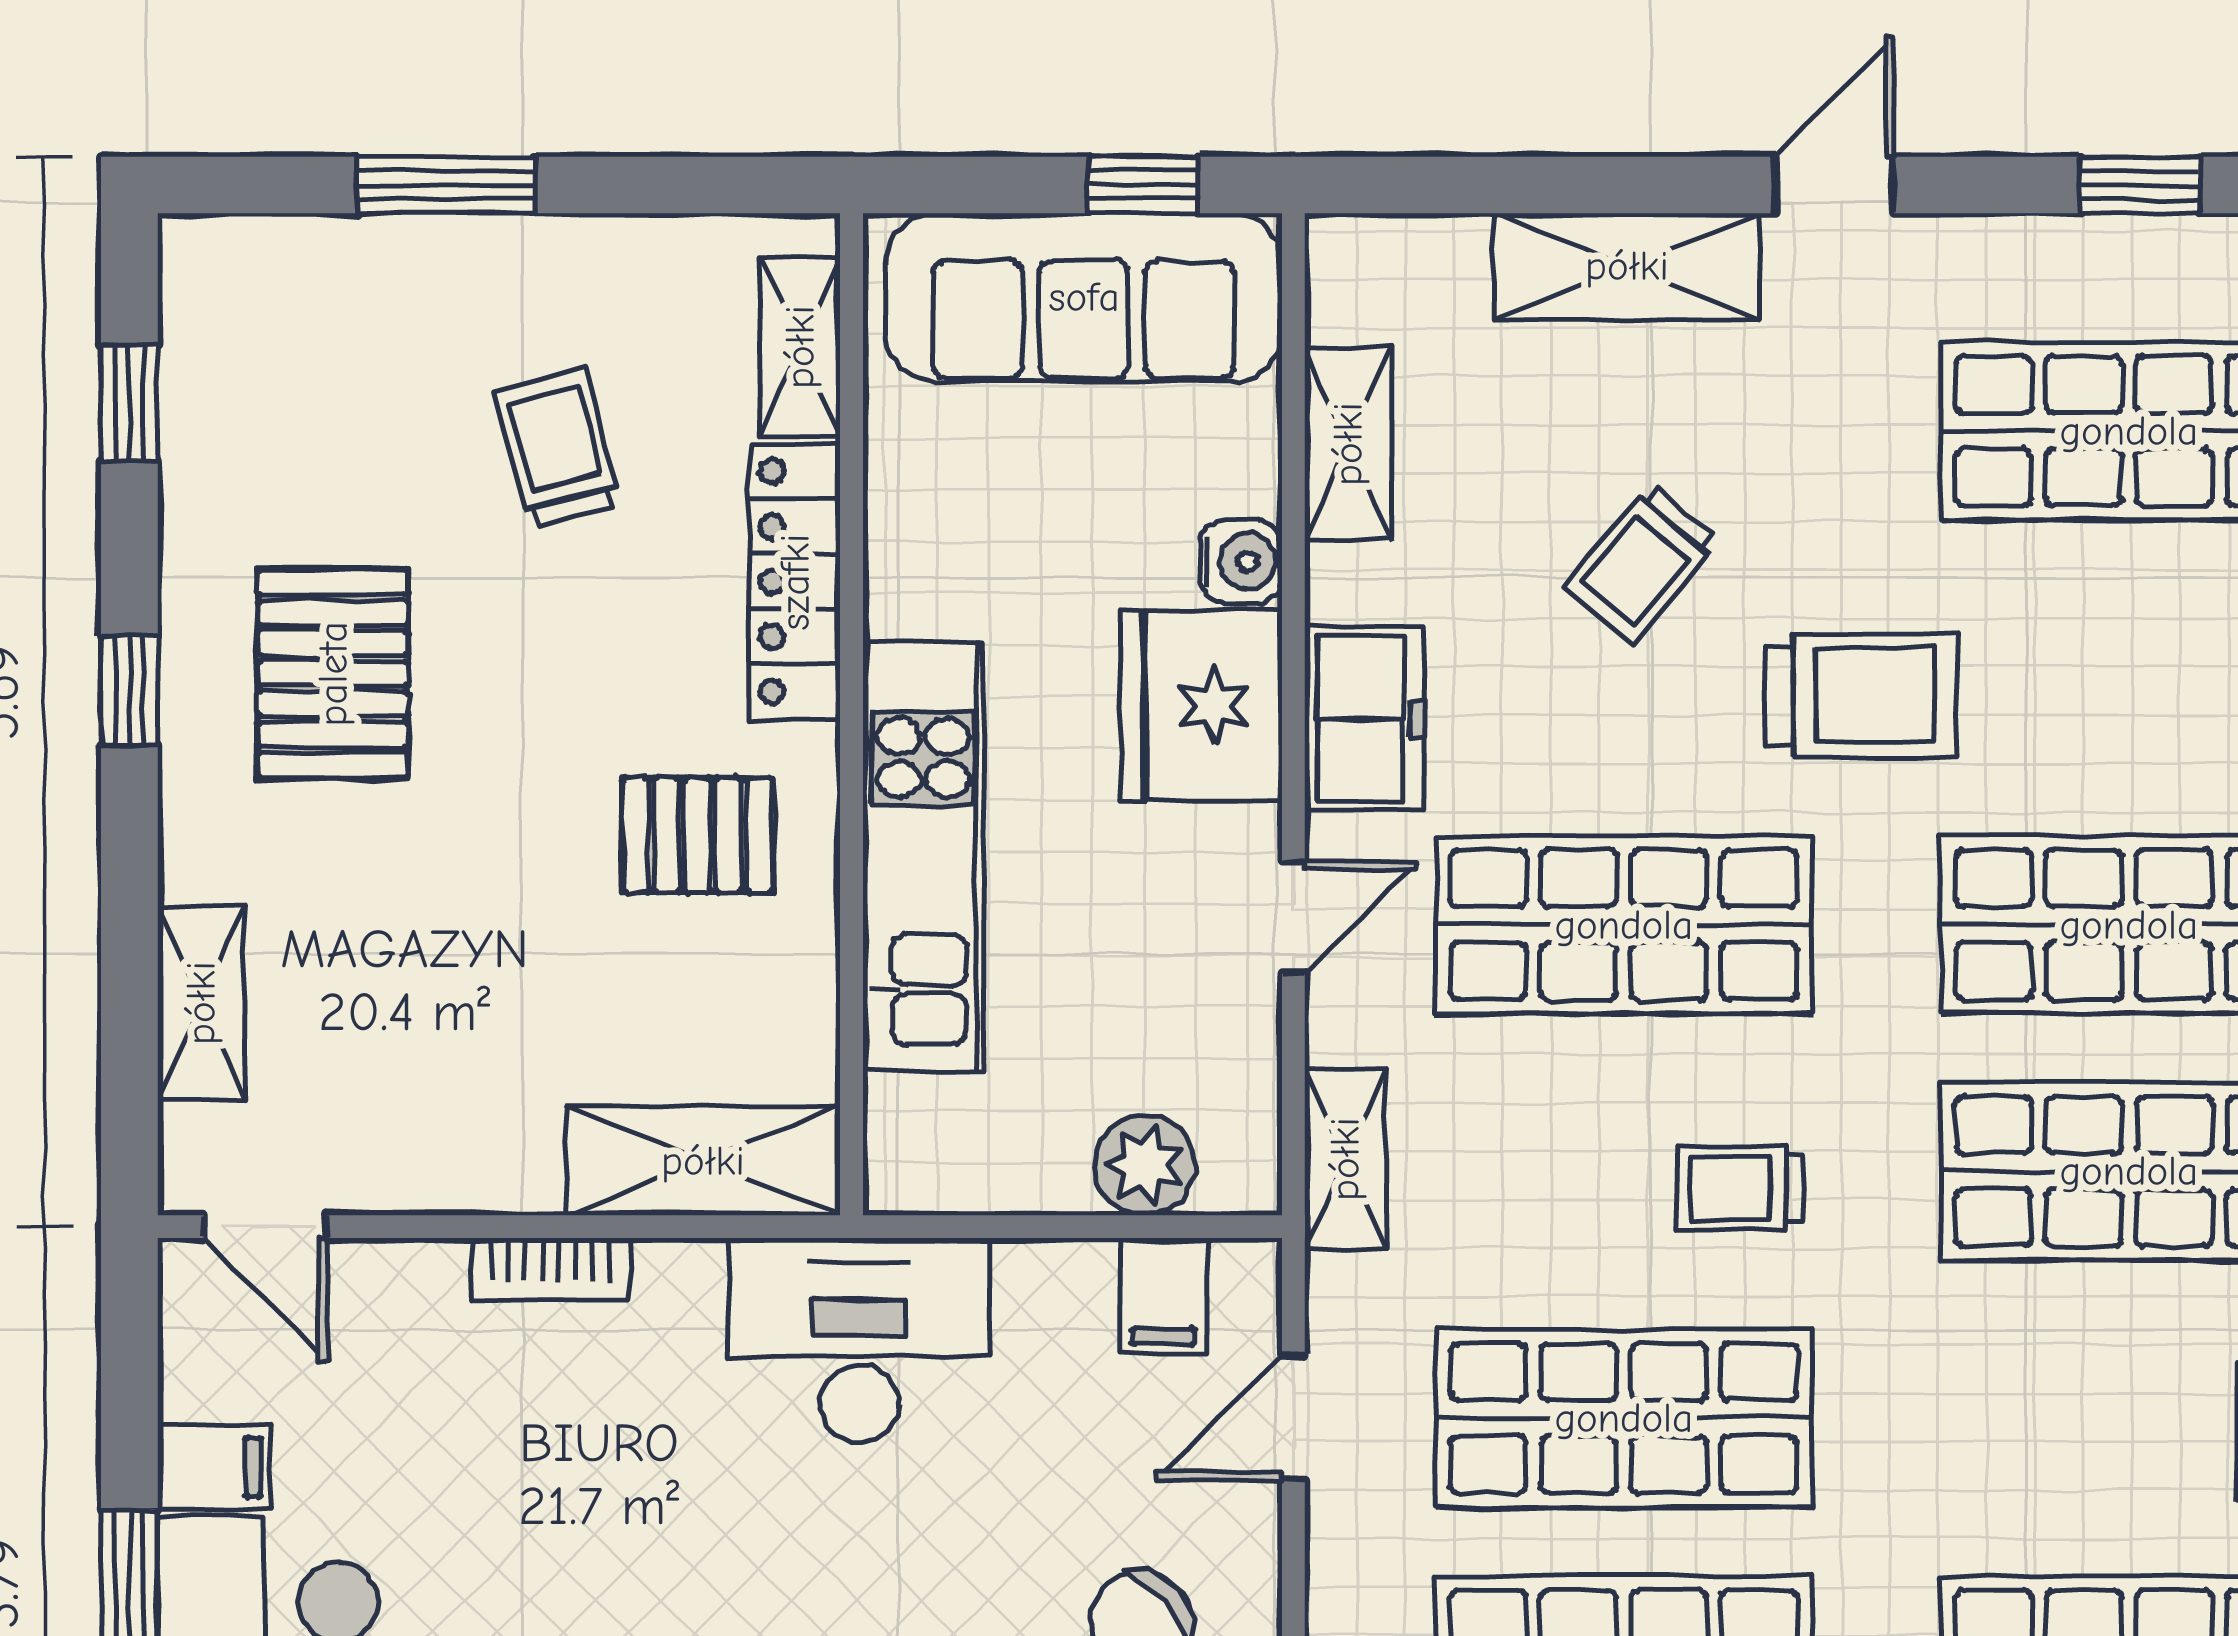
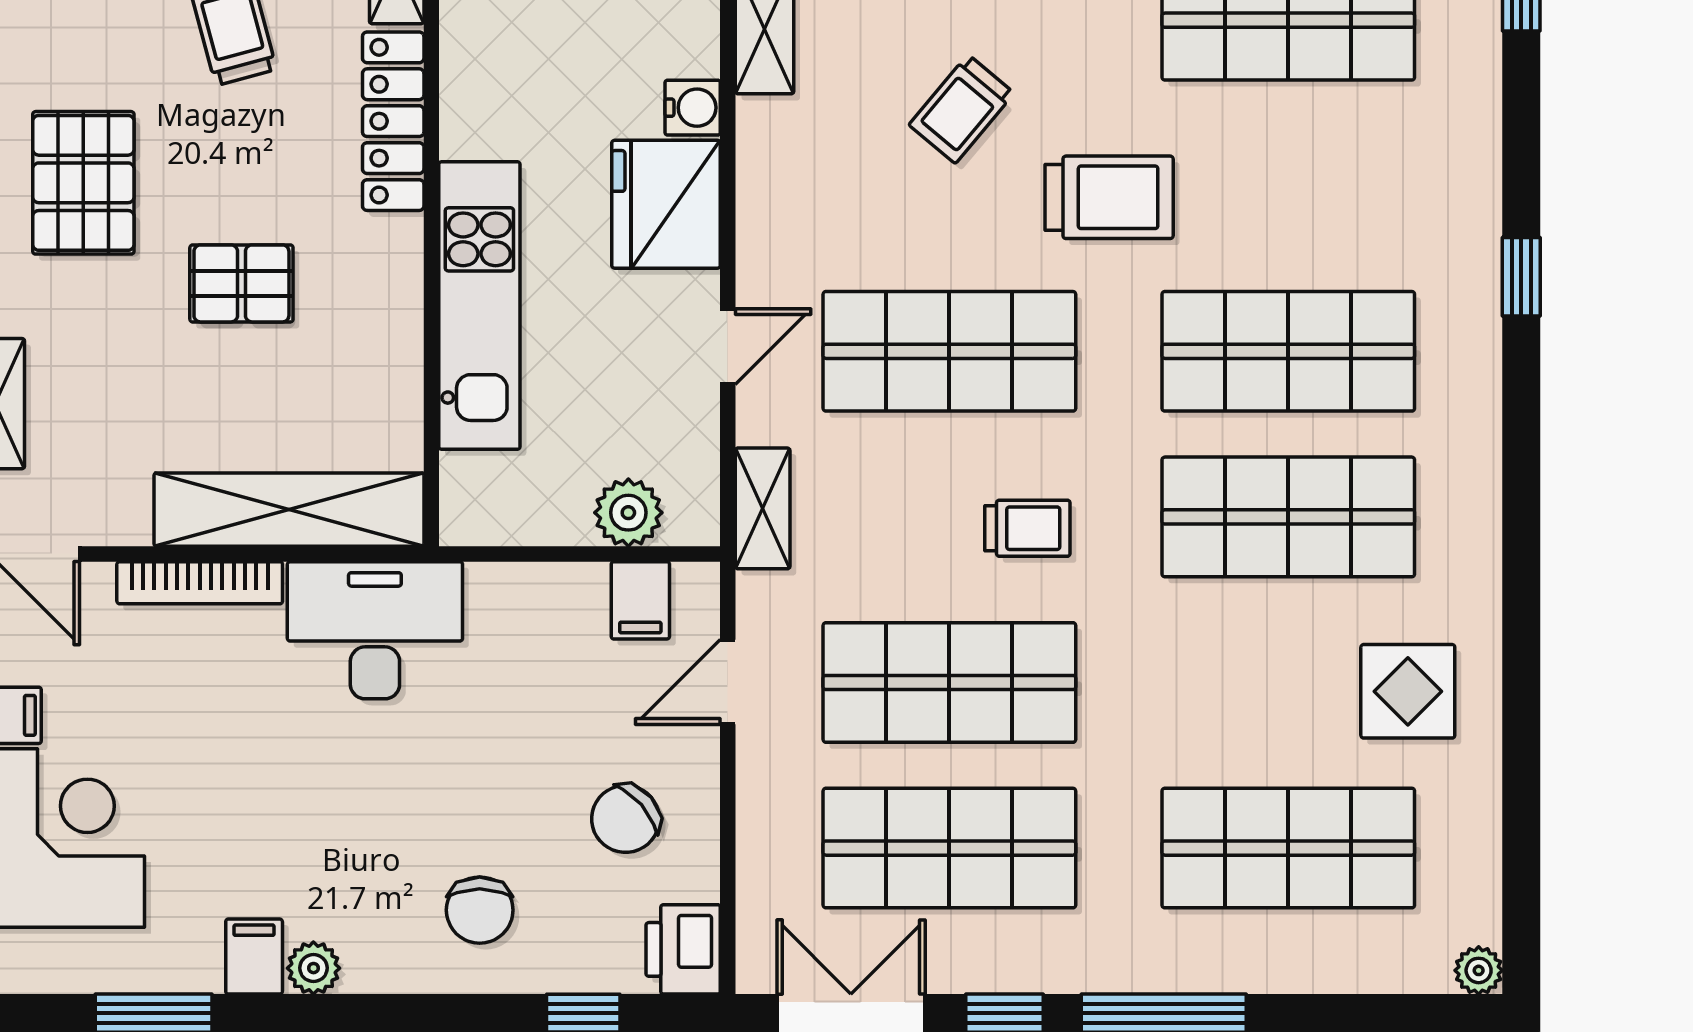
freezer: (1364, 718) -> (775, 213), removed
pallet: (697, 835) -> (241, 283), moved
shelving: (703, 1161) -> (289, 510), width x1.47
trolley: (1740, 1188) -> (1027, 528), turned 180
bookcase: (551, 1270) -> (200, 583), width x1.56
desk: (859, 1340) -> (375, 630), moved

